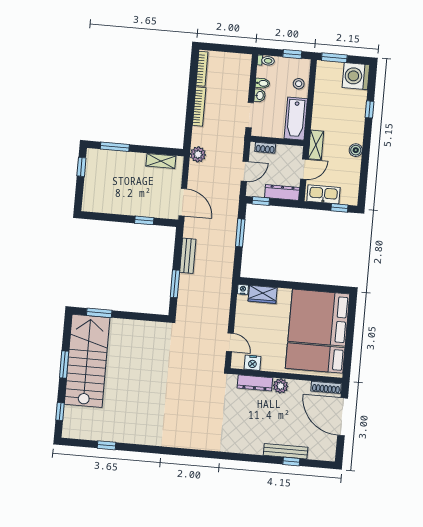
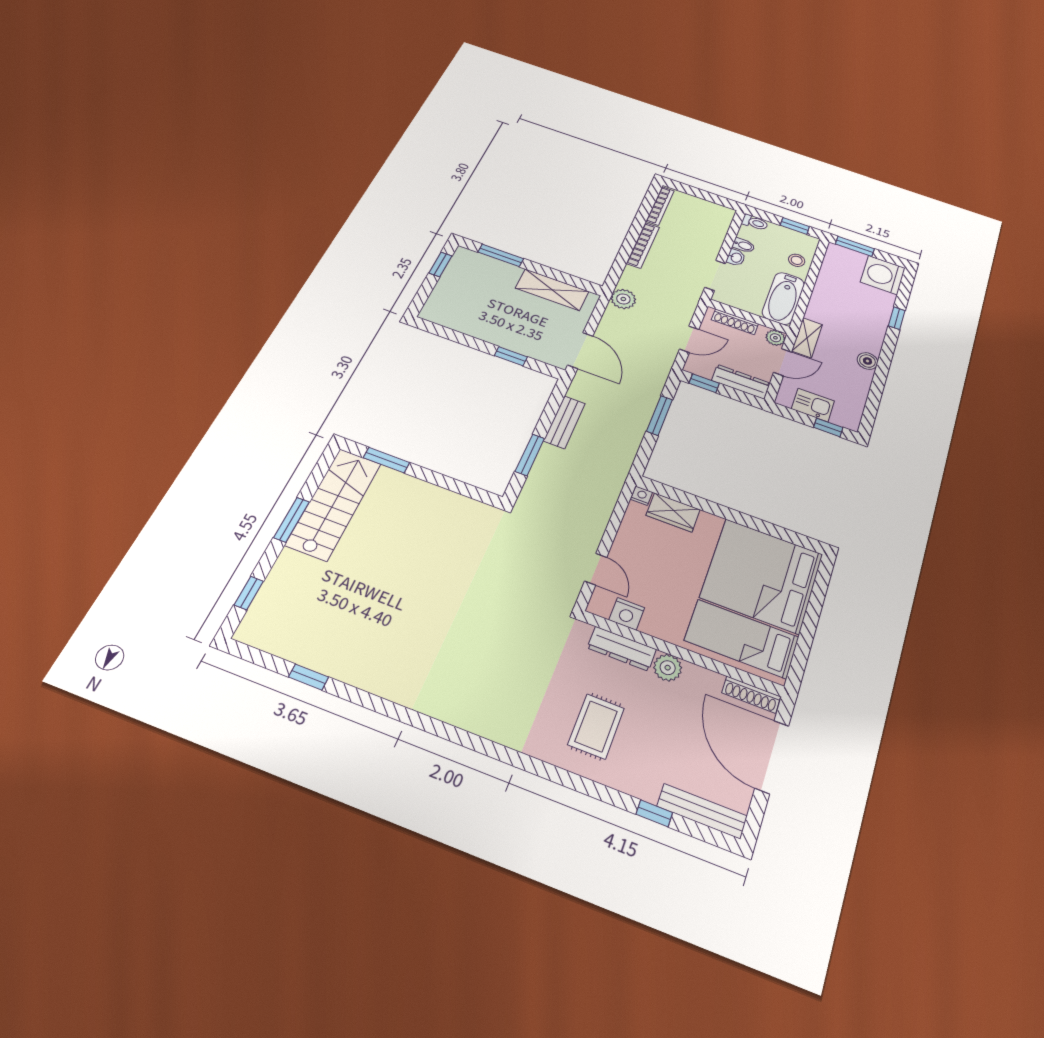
shoe rack: (265, 148) -> (735, 322), width x1.43
plant: (297, 152) -> (775, 338), added
shelving: (161, 161) -> (552, 290), width x1.50, depth x1.33
kitchen sink: (323, 194) -> (813, 405), width x0.73
stairs: (87, 361) -> (334, 504), width x0.73, depth x0.66
rug: (253, 428) -> (596, 726), added
bench: (286, 451) -> (702, 811), moved

